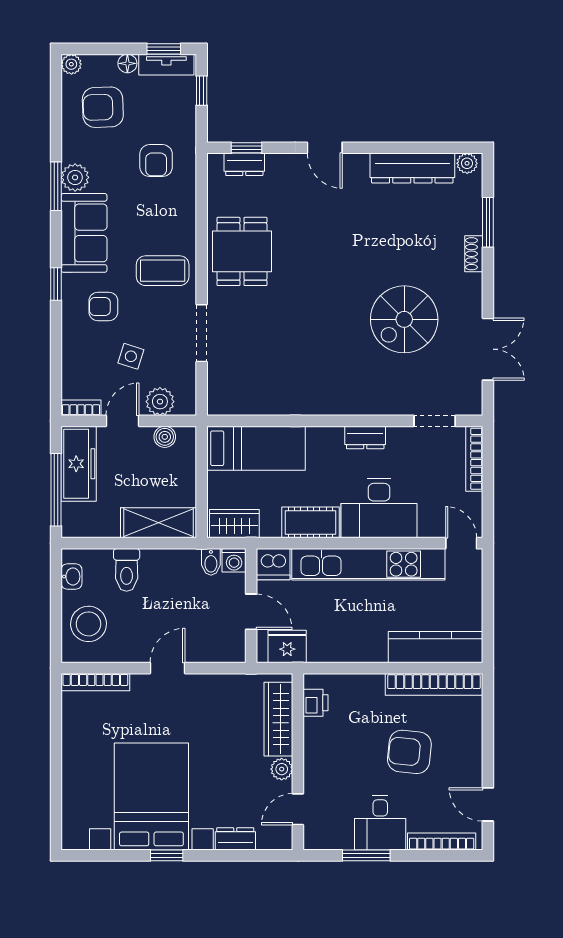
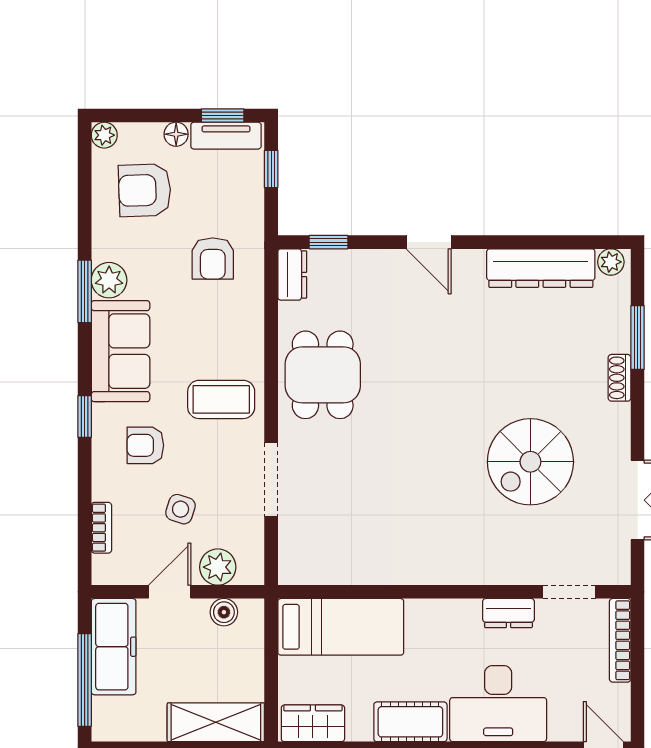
dresser: (244, 164) -> (292, 274), moved, turned -90
bookcase: (81, 408) -> (101, 528), moved, turned 90
dresser: (365, 437) -> (508, 613), moved

